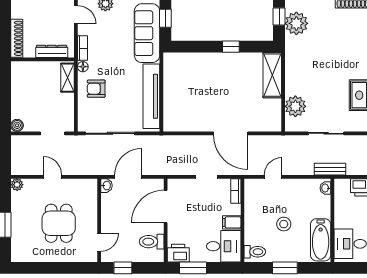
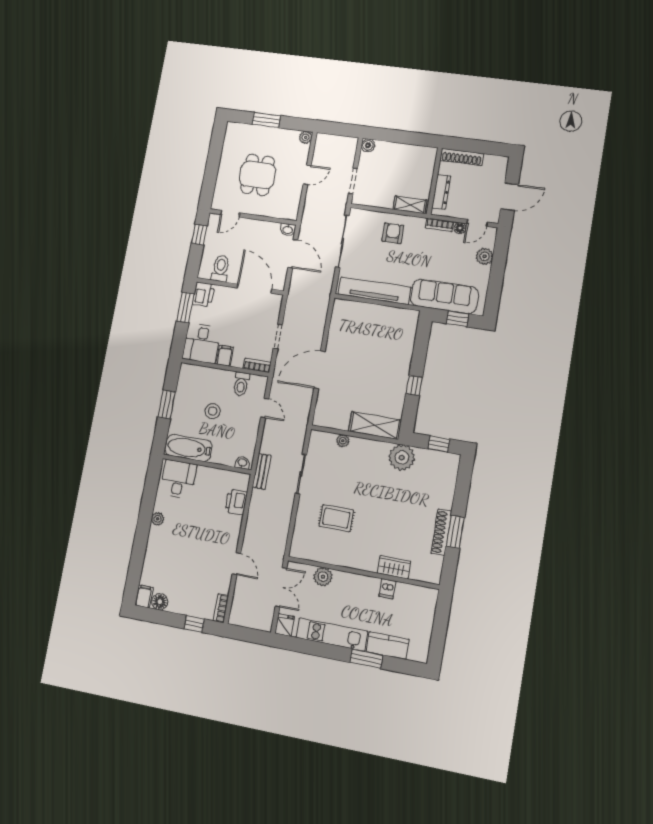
plant: (296, 23) -> (402, 458), moved
floor lamp: (83, 67) -> (460, 228), moved
plant: (295, 106) -> (343, 441), width x0.53, depth x0.53
dining table: (59, 223) -> (258, 175), turned 90
door: (99, 242) -> (230, 214), hinge flipped
toilet: (255, 252) -> (241, 384), moved

